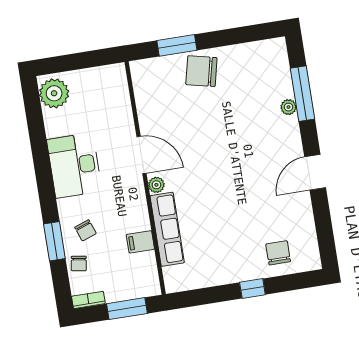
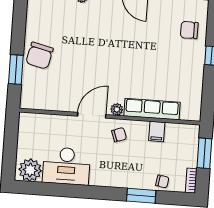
desk: (74, 165) -> (66, 166), moved
chair: (85, 230) -> (119, 135), moved

